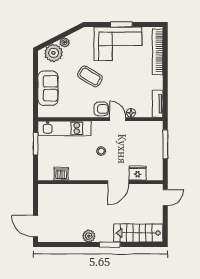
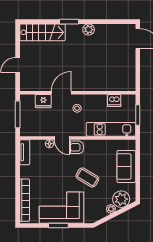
fridge: (138, 173) -> (43, 101), moved
dishwasher: (61, 174) -> (114, 100), moved
wall: (100, 182) -> (78, 93), moved
door: (118, 182) -> (61, 93), moved

